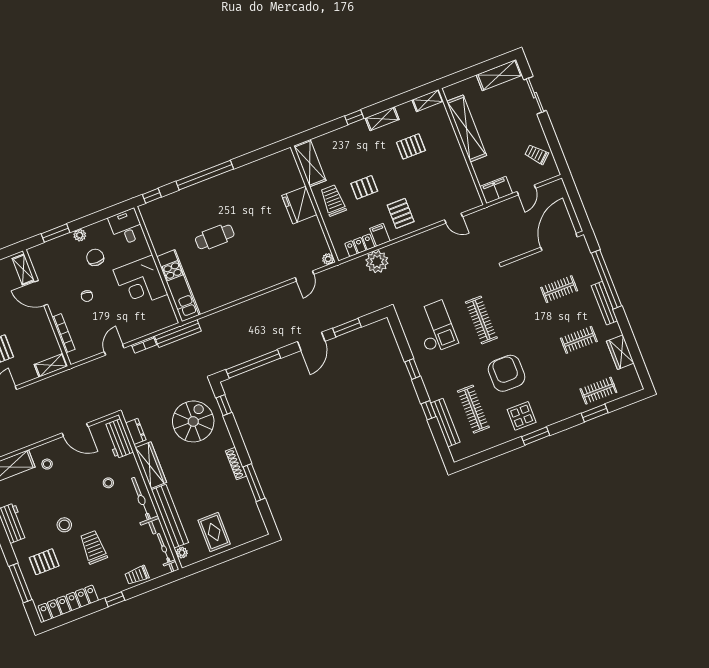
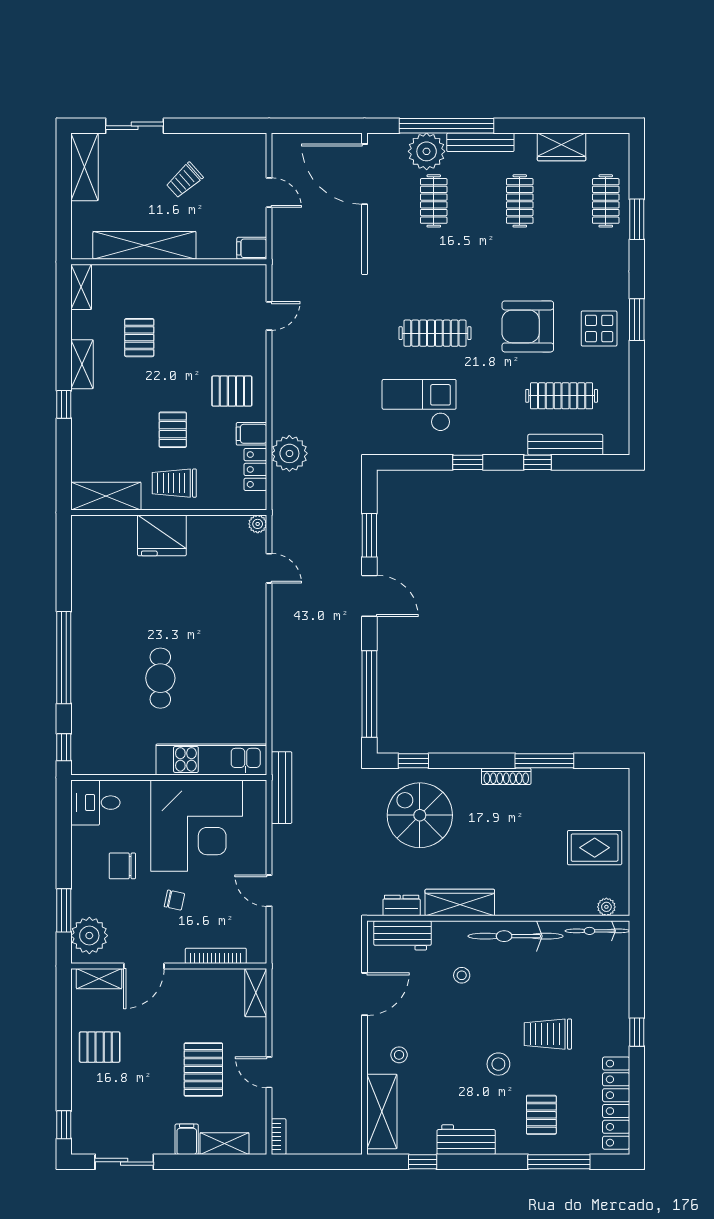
trolley: (537, 154) -> (184, 180), moved
filing cabinet: (496, 190) -> (252, 248), width x0.50
plant: (80, 235) -> (89, 936), moved, width x1.88, depth x1.88
plant: (587, 273) -> (427, 151), added
corner desk: (140, 282) -> (197, 826), width x1.36, depth x1.36
bookcase: (144, 345) -> (279, 844), removed
bench: (170, 516) -> (546, 904), removed
trolley: (137, 575) -> (614, 986), removed

